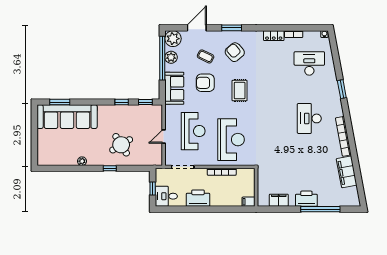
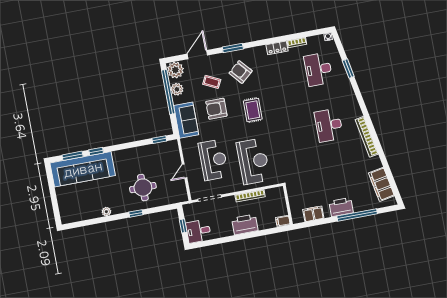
desk: (309, 63) -> (318, 69), turned -90
window: (342, 89) -> (348, 69), moved
window: (122, 102) -> (96, 151), moved
round table: (121, 145) -> (143, 188), turned 32
filing cabinet: (347, 172) -> (381, 184), moved
printer: (198, 198) -> (245, 224), moved

